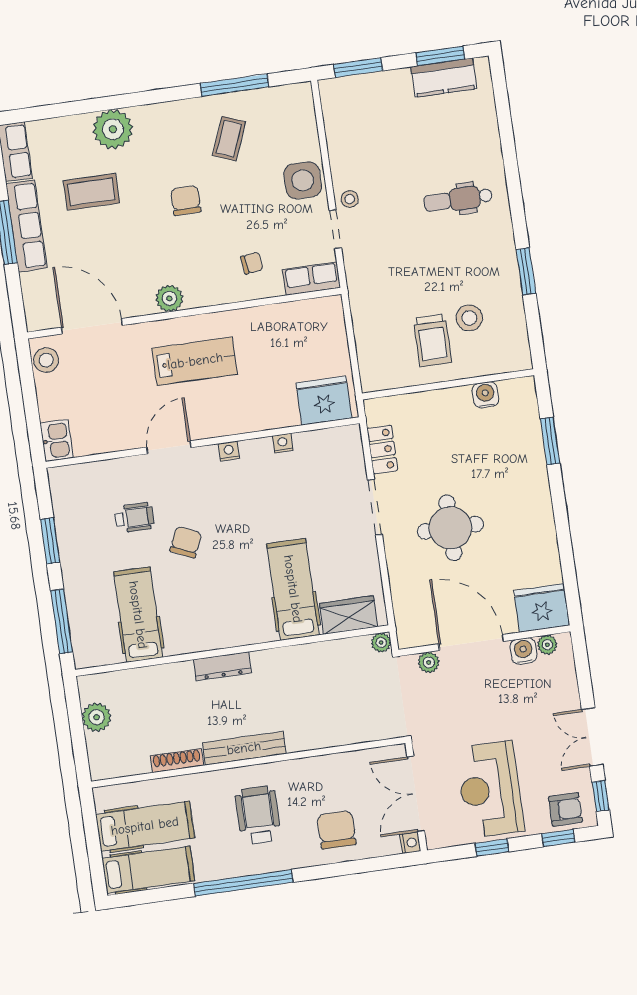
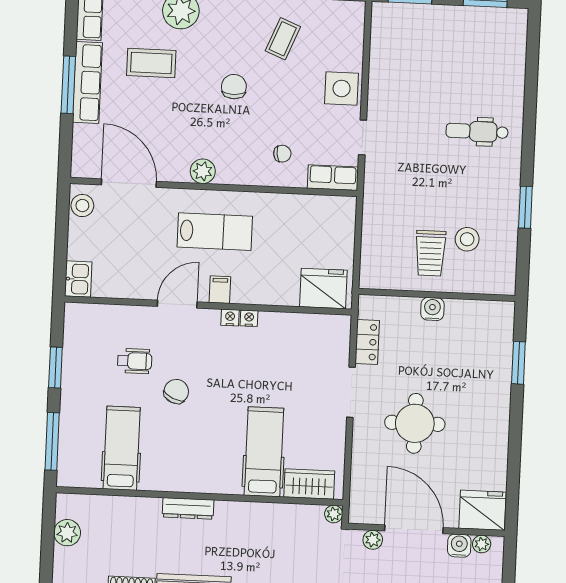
kitchen counter: (444, 78) -> (485, 21), removed
stool: (350, 199) -> (380, 113), removed
water cooler: (485, 395) -> (432, 309), moved
filing cabinet: (212, 423) -> (220, 290), added
nightstand: (283, 443) -> (249, 318), moved

